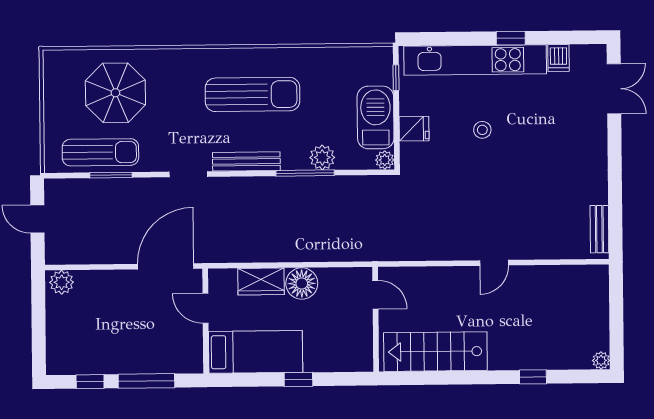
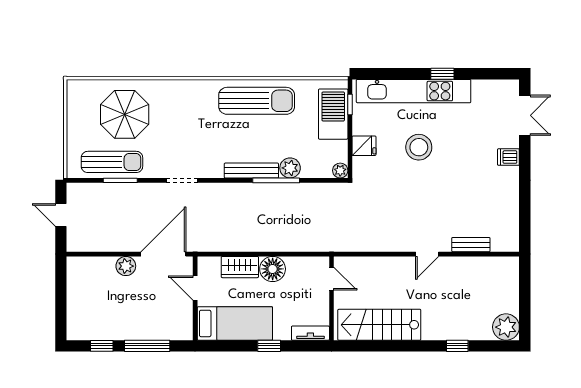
dishwasher: (558, 58) -> (508, 157), moved, turned 90
sun lounger: (252, 94) -> (257, 101), moved
barbecue: (376, 117) -> (333, 114), moved
stool: (482, 130) -> (419, 147), width x1.89, depth x1.89
bench: (246, 161) -> (251, 171), moved
bench: (599, 229) -> (471, 245), moved, turned 90
plant: (62, 282) -> (126, 266), moved
plant: (601, 360) -> (506, 327), width x1.87, depth x1.87
tv unit: (350, 363) -> (310, 333), added

